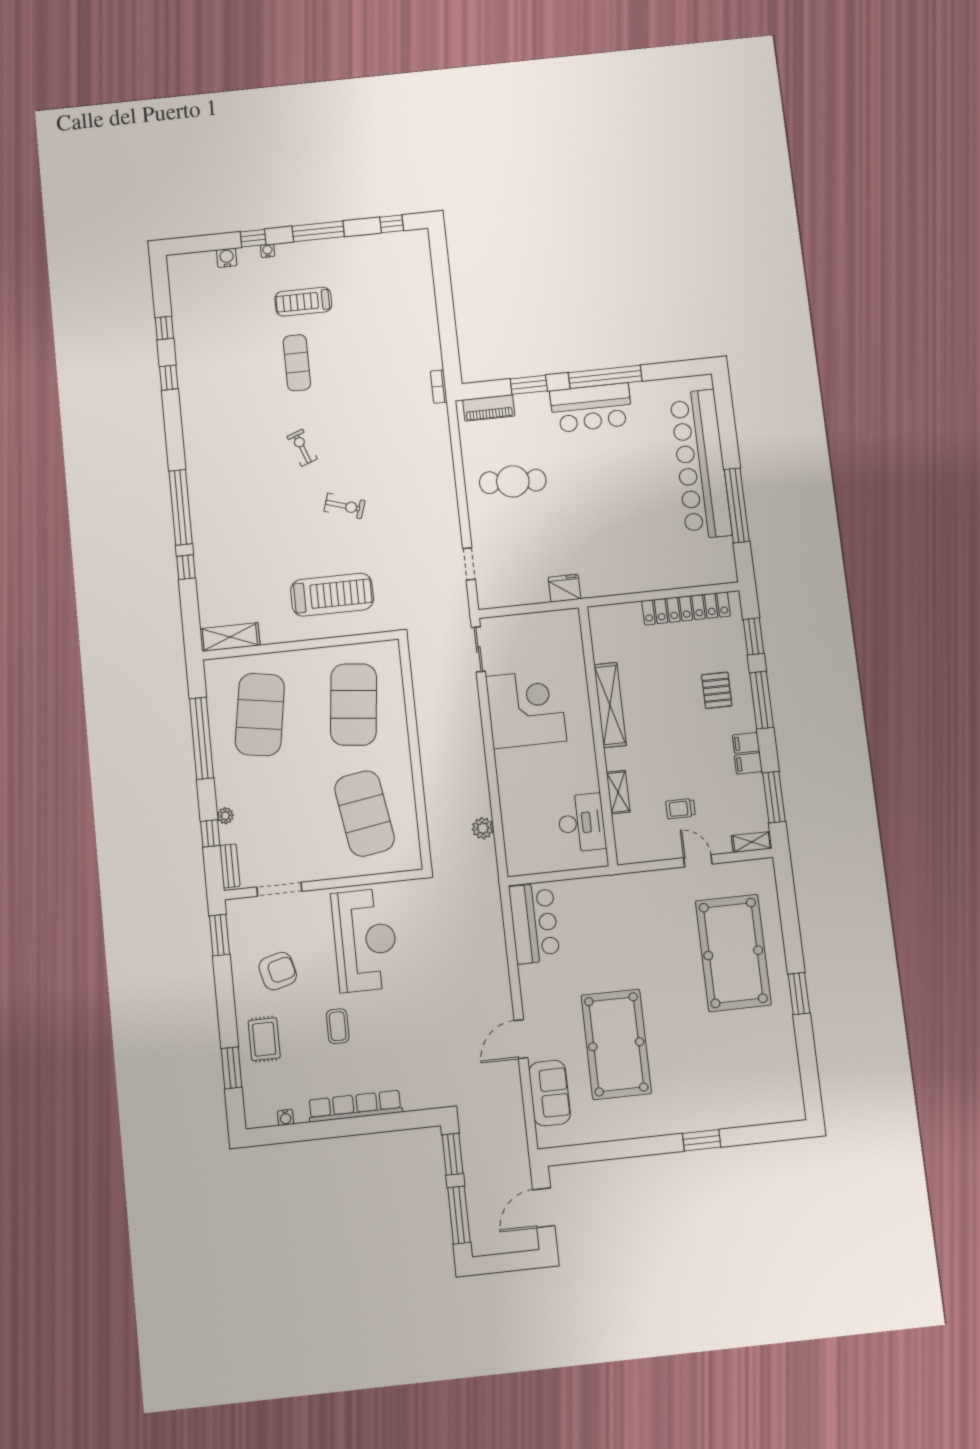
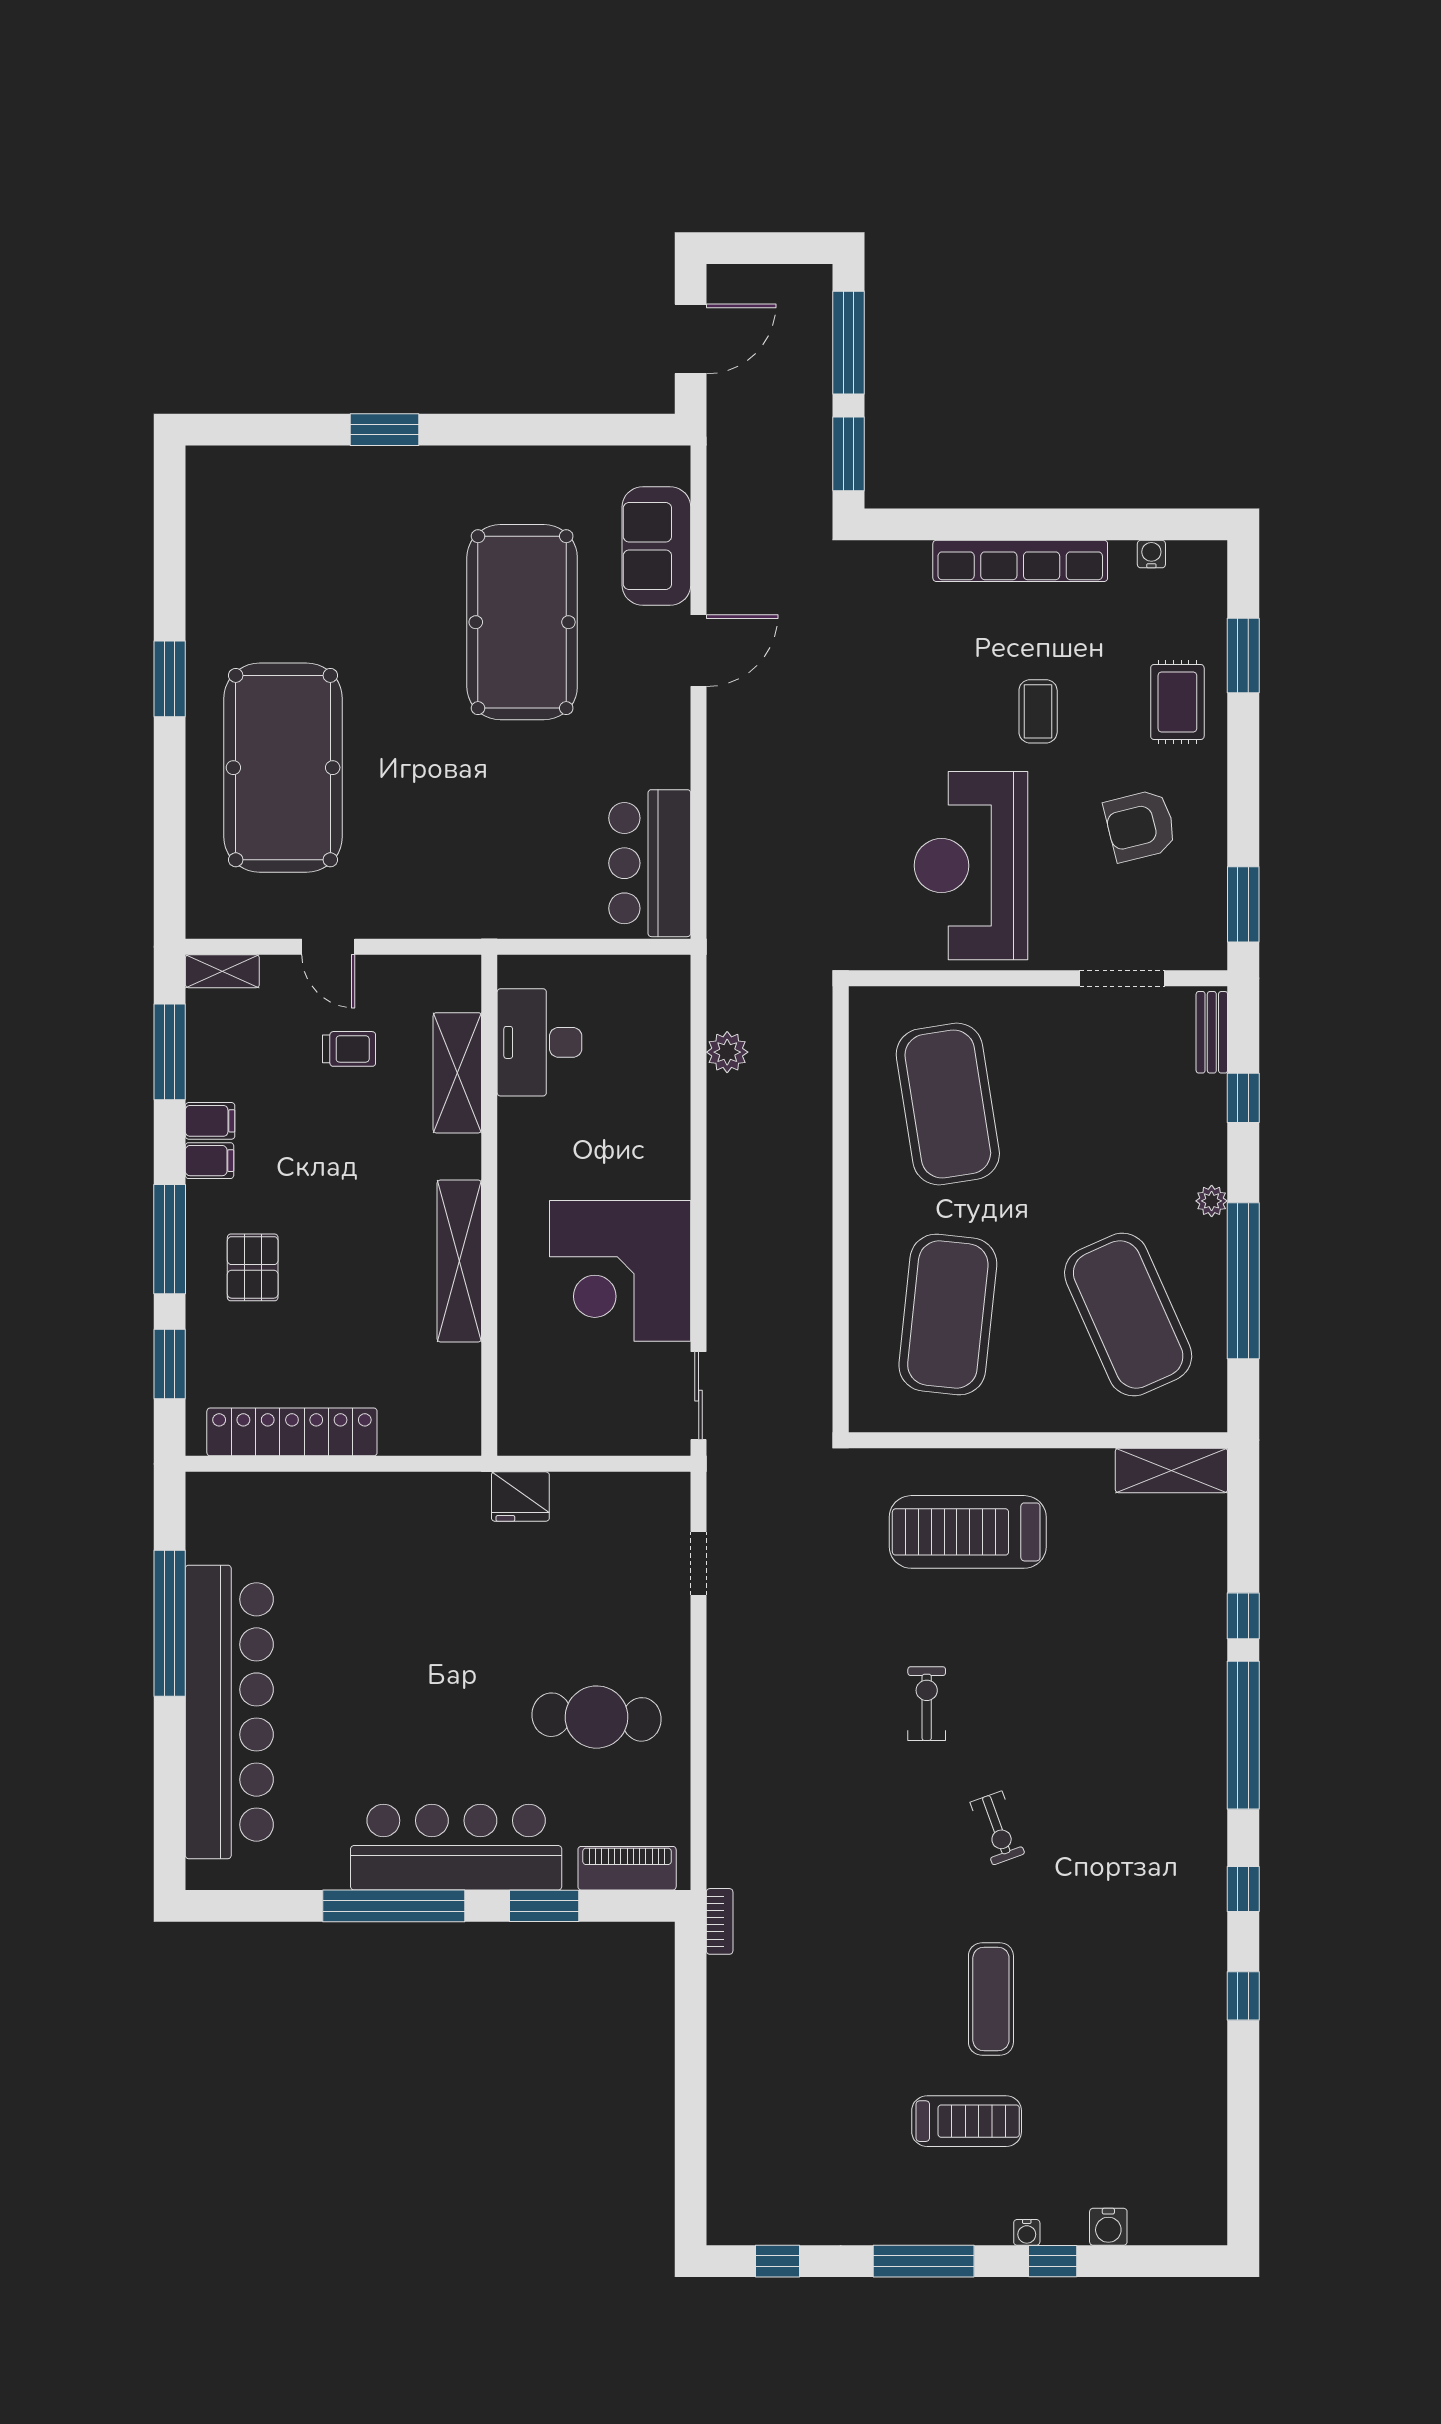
window: (164, 328) -> (1243, 1889), moved
bar counter: (591, 408) -> (456, 1847), width x1.36
exercise bike: (344, 506) -> (927, 1704), turned 72
exercise mat: (260, 715) -> (1128, 1314), turned -33
shelving: (618, 792) -> (457, 1073), width x1.50, depth x1.33
plant: (225, 816) -> (1212, 1201), moved

